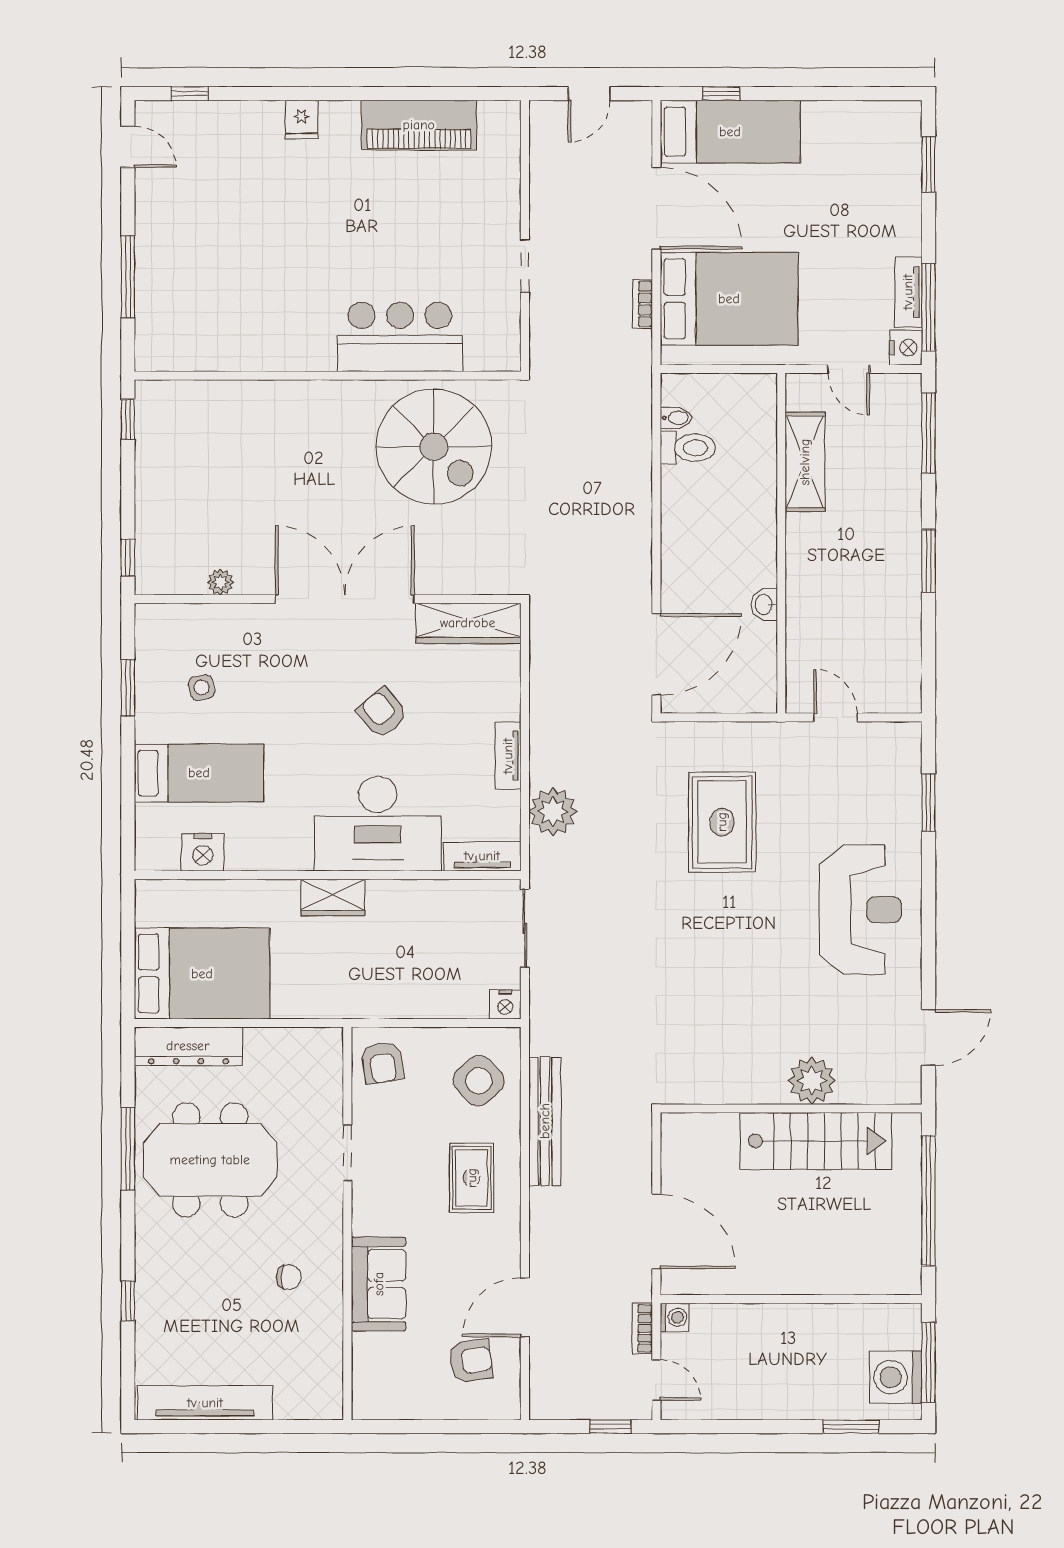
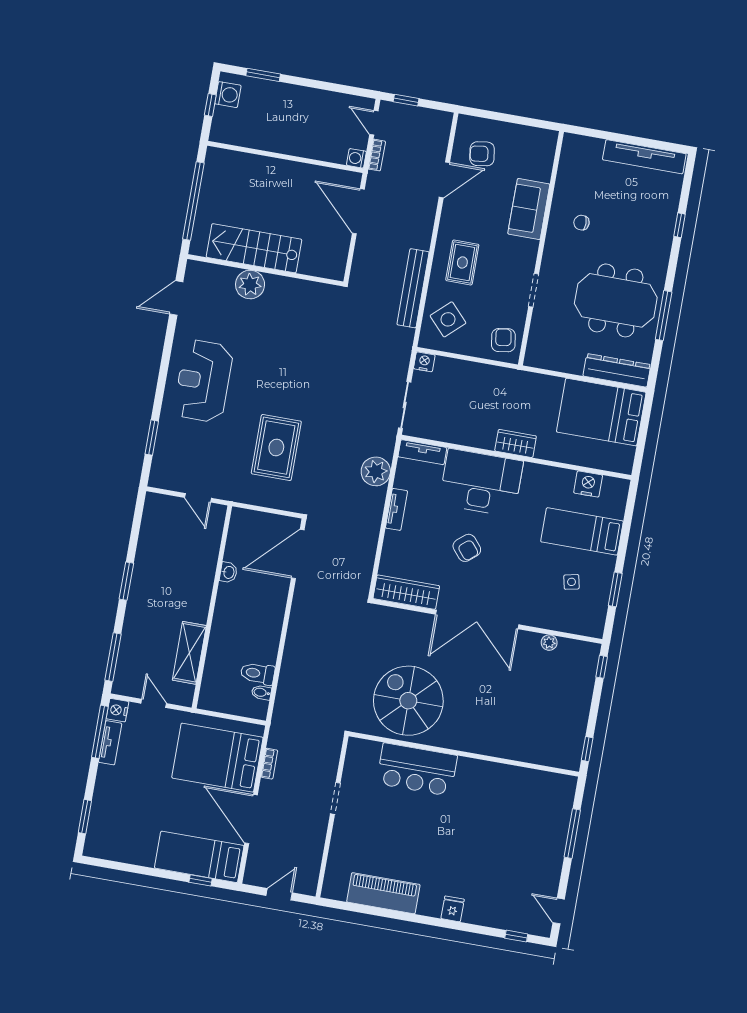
window: (928, 1362) -> (210, 105), width x0.46
washing machine: (896, 1377) -> (228, 95), width x0.73, depth x0.73

